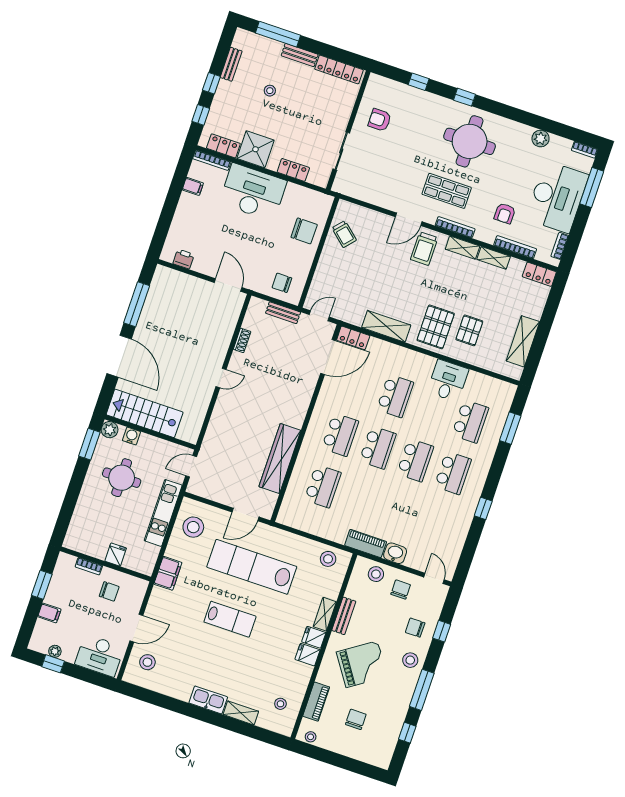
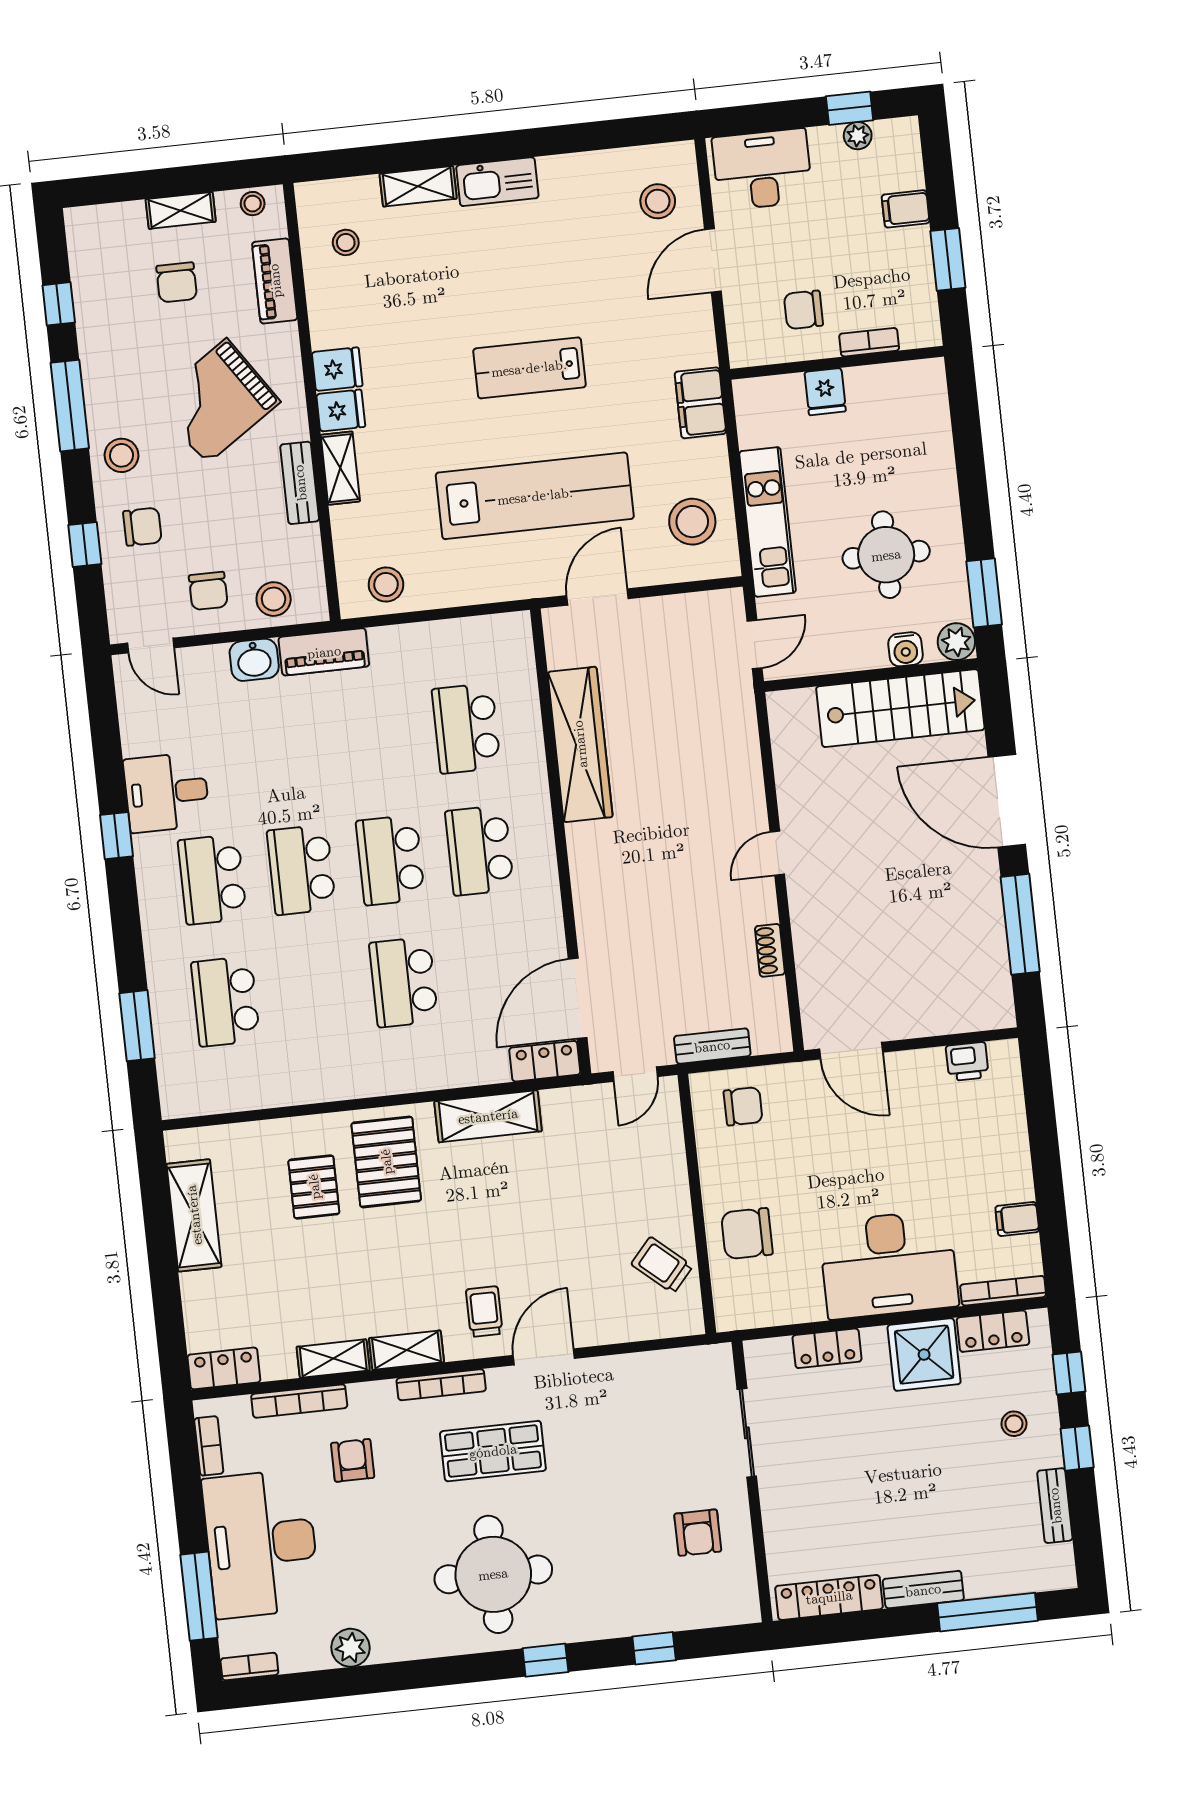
stool: (270, 91) -> (1014, 1424), moved
armchair: (380, 120) -> (698, 1533), turned 90
trolley: (424, 249) -> (484, 1311), width x0.73, depth x0.72
desk: (448, 381) -> (167, 792), moved, turned 90
shelving: (341, 747) -> (181, 210), added

